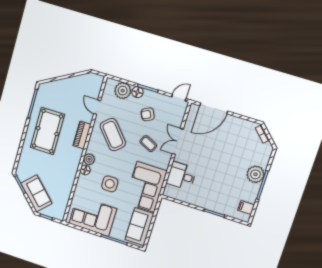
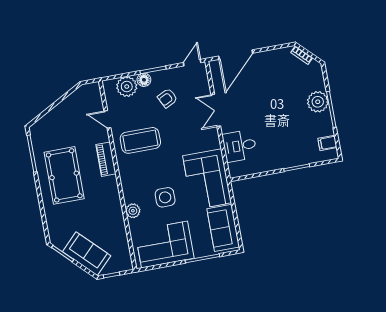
coffee table: (113, 135) -> (140, 140), turned -49
coffee table: (148, 144) -> (185, 130), removed
plant: (89, 159) -> (133, 211), moved
floor lamp: (85, 170) -> (129, 197), removed

